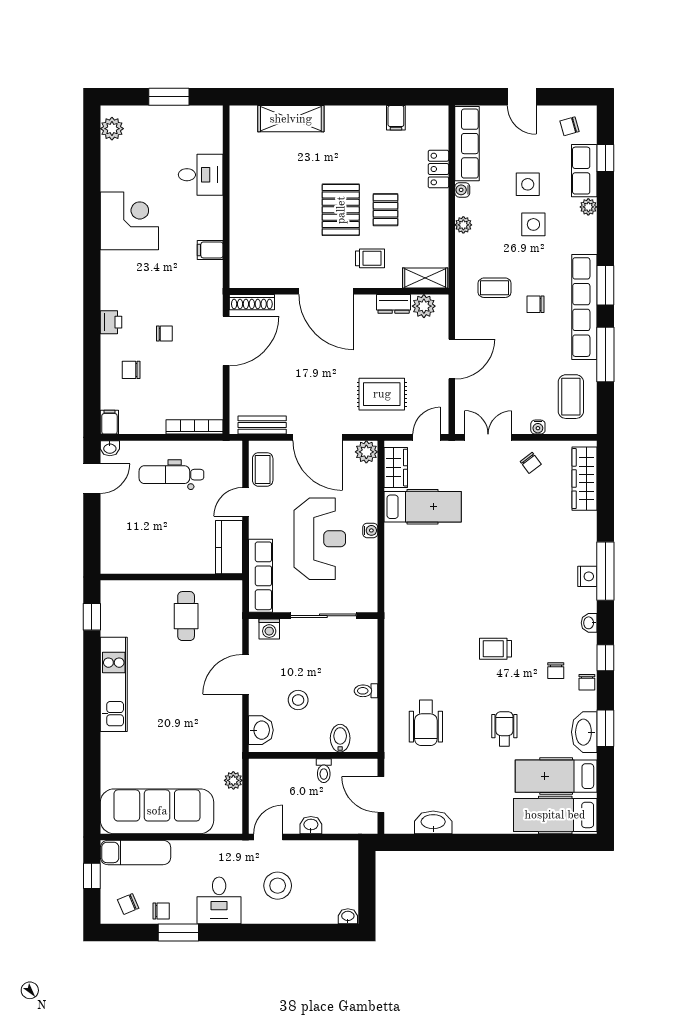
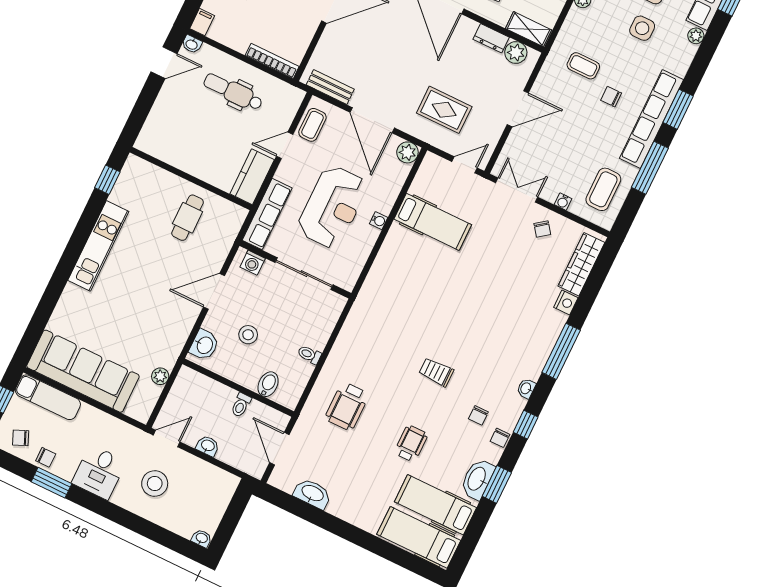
wardrobe: (396, 468) -> (426, 178), removed
nightstand: (587, 576) -> (566, 303), moved

